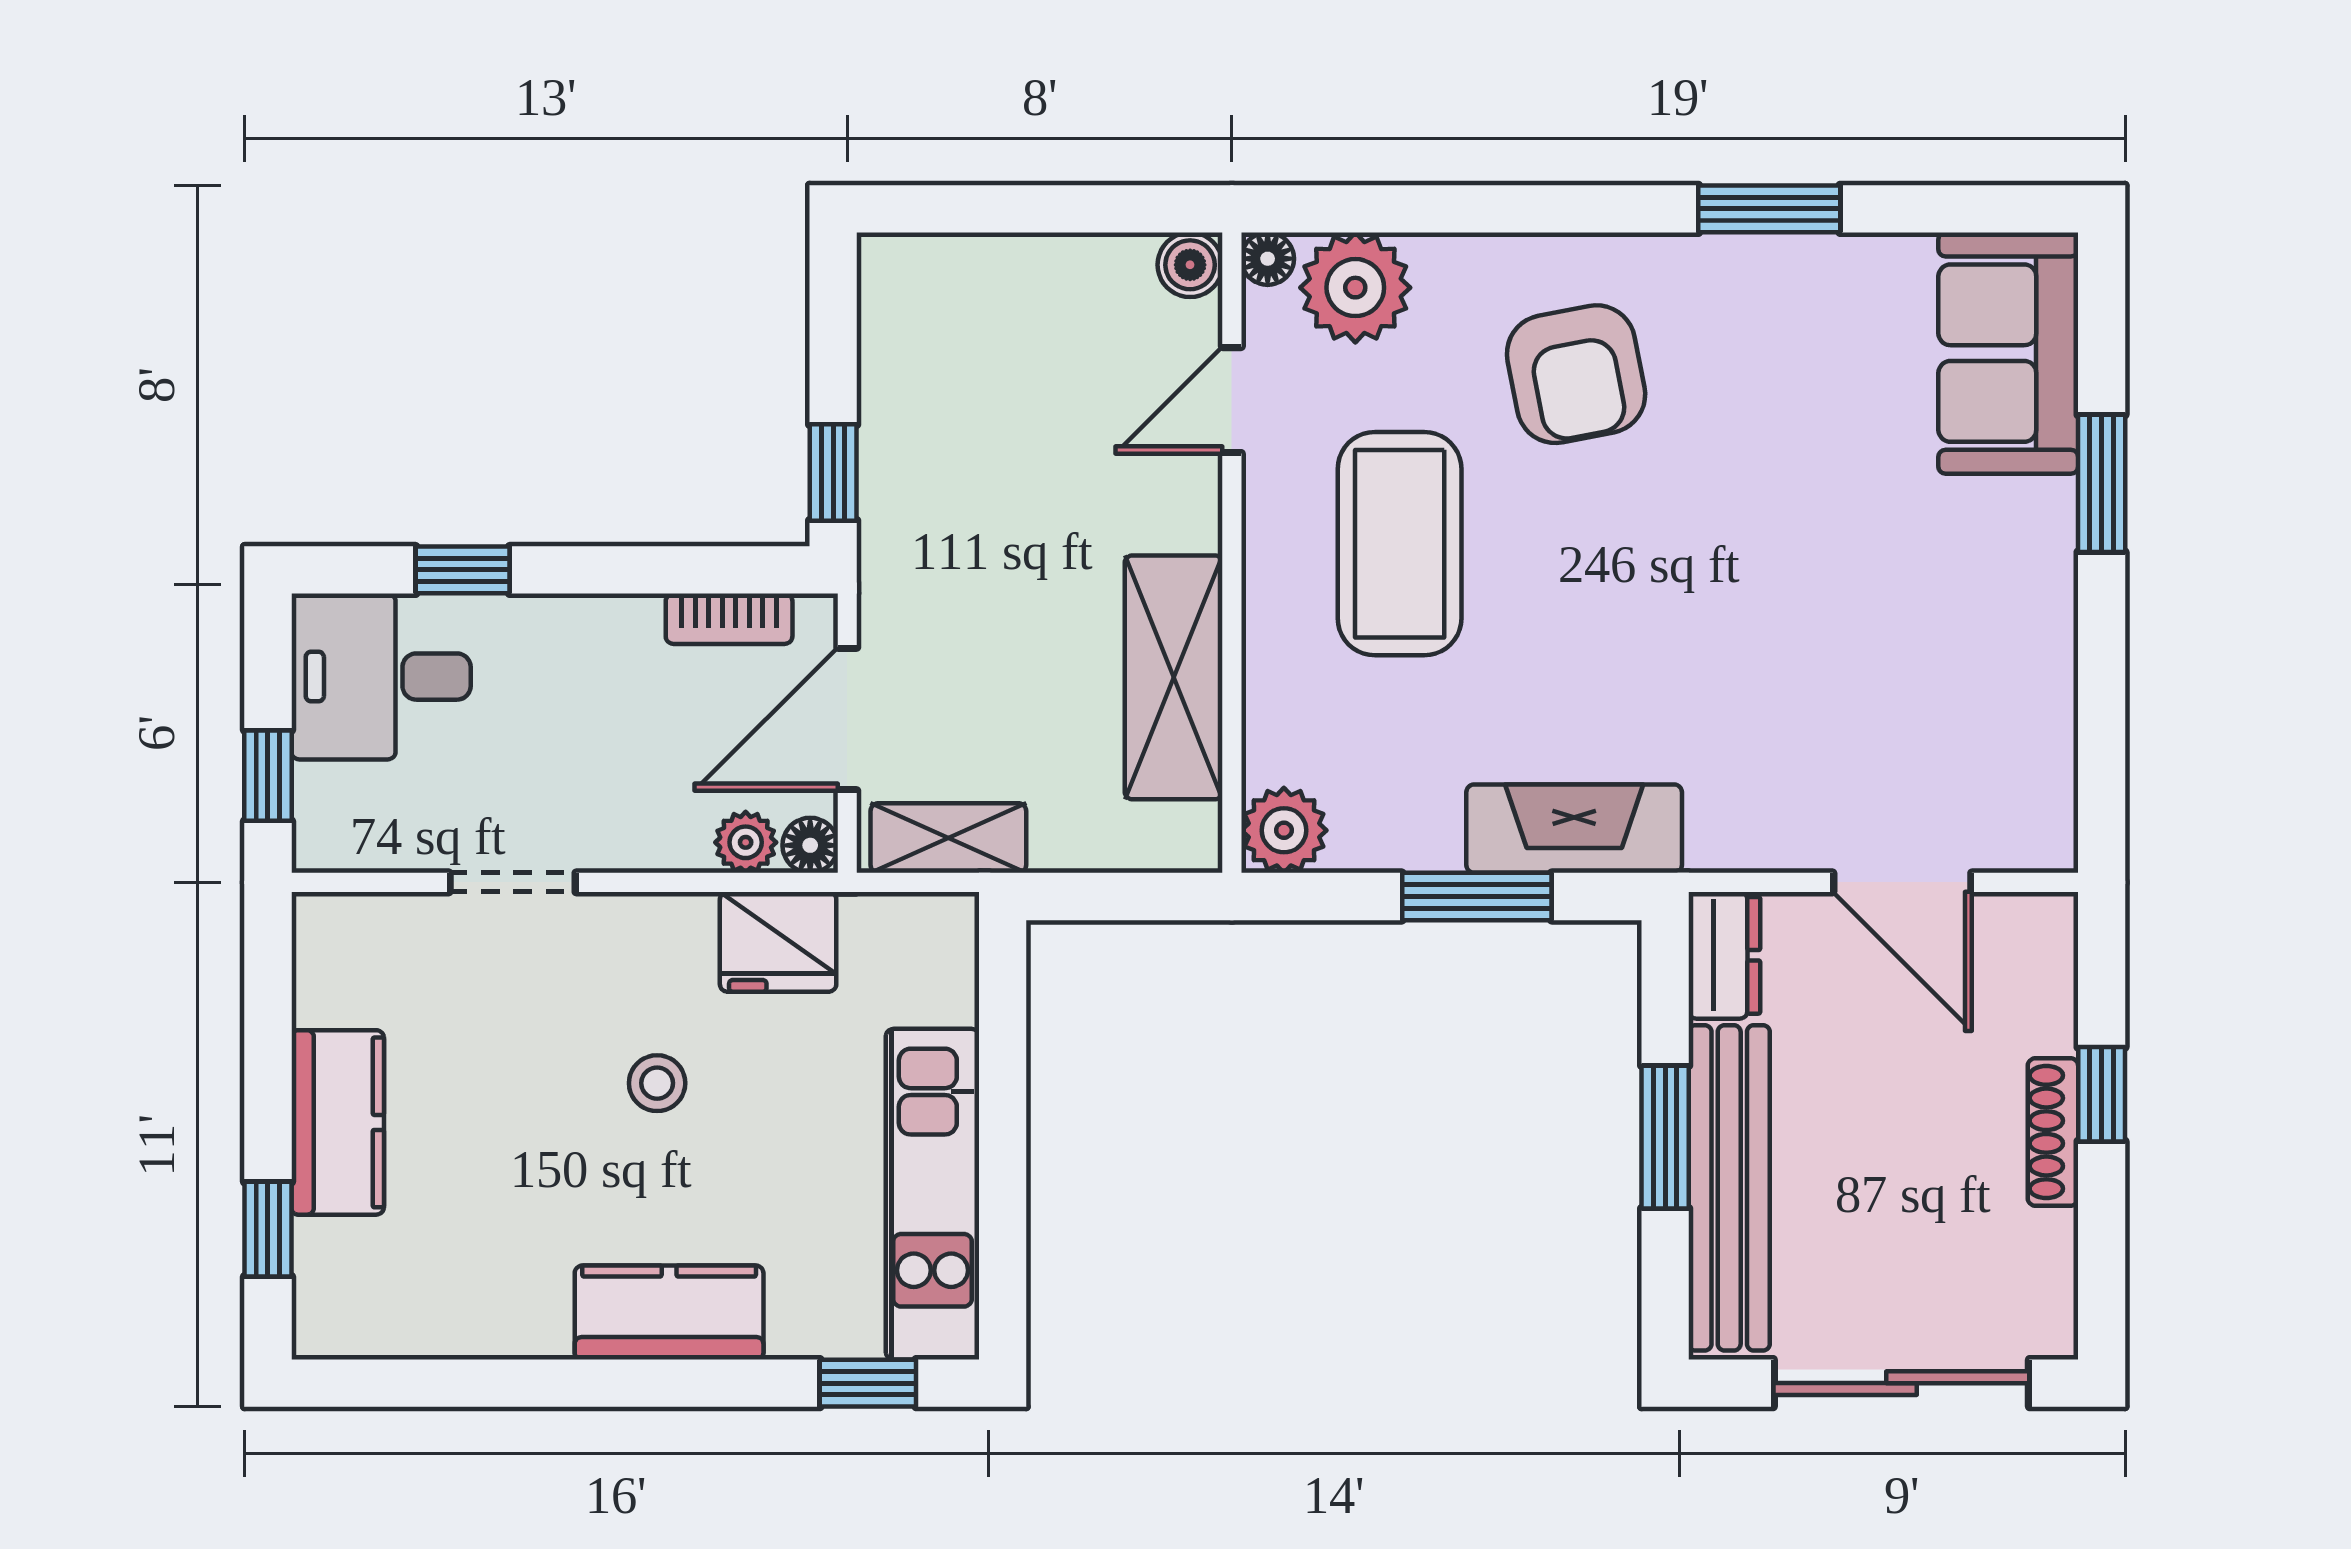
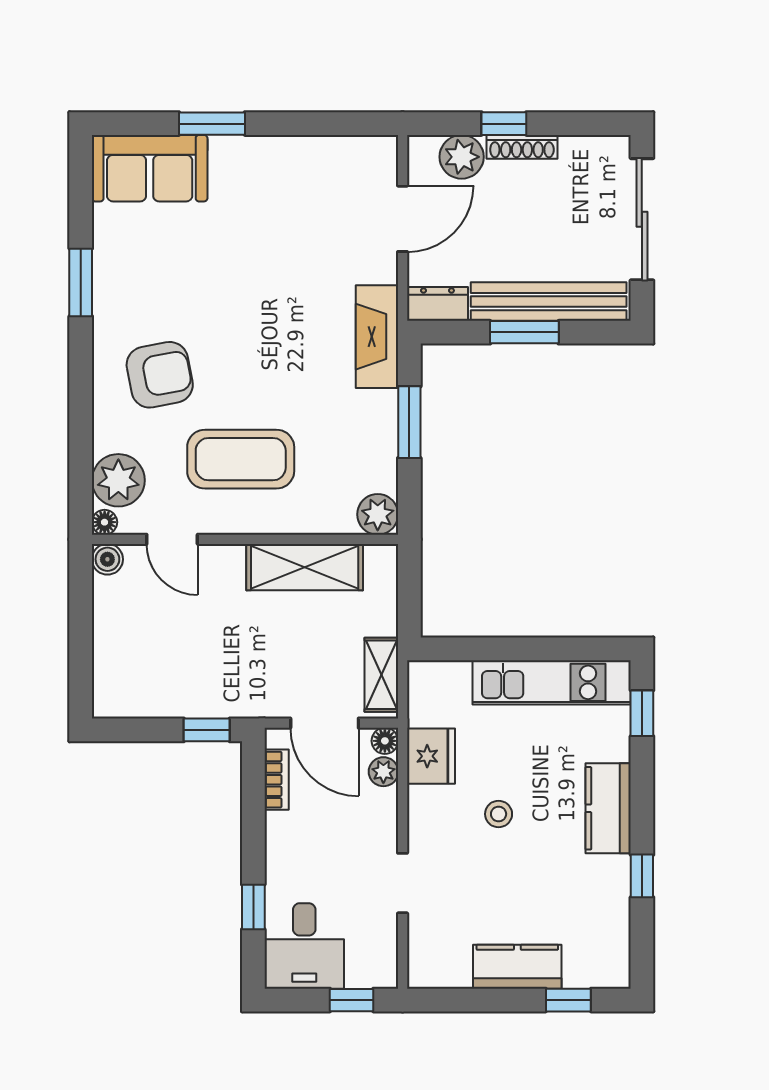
fireplace: (1574, 829) -> (377, 337), moved
plant: (2032, 1006) -> (462, 157), added
window: (527, 1383) -> (642, 876), added

